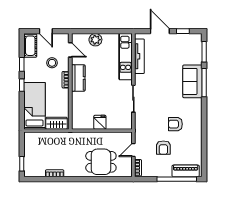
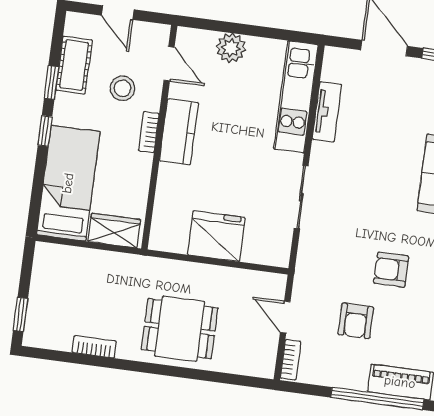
cot: (30, 46) -> (74, 65), moved
tv unit: (139, 56) -> (327, 112), width x0.71
fridge: (100, 122) -> (216, 236), width x1.88, depth x1.34
door: (133, 150) -> (285, 317), hinge flipped
dining table: (101, 162) -> (180, 329), moved

